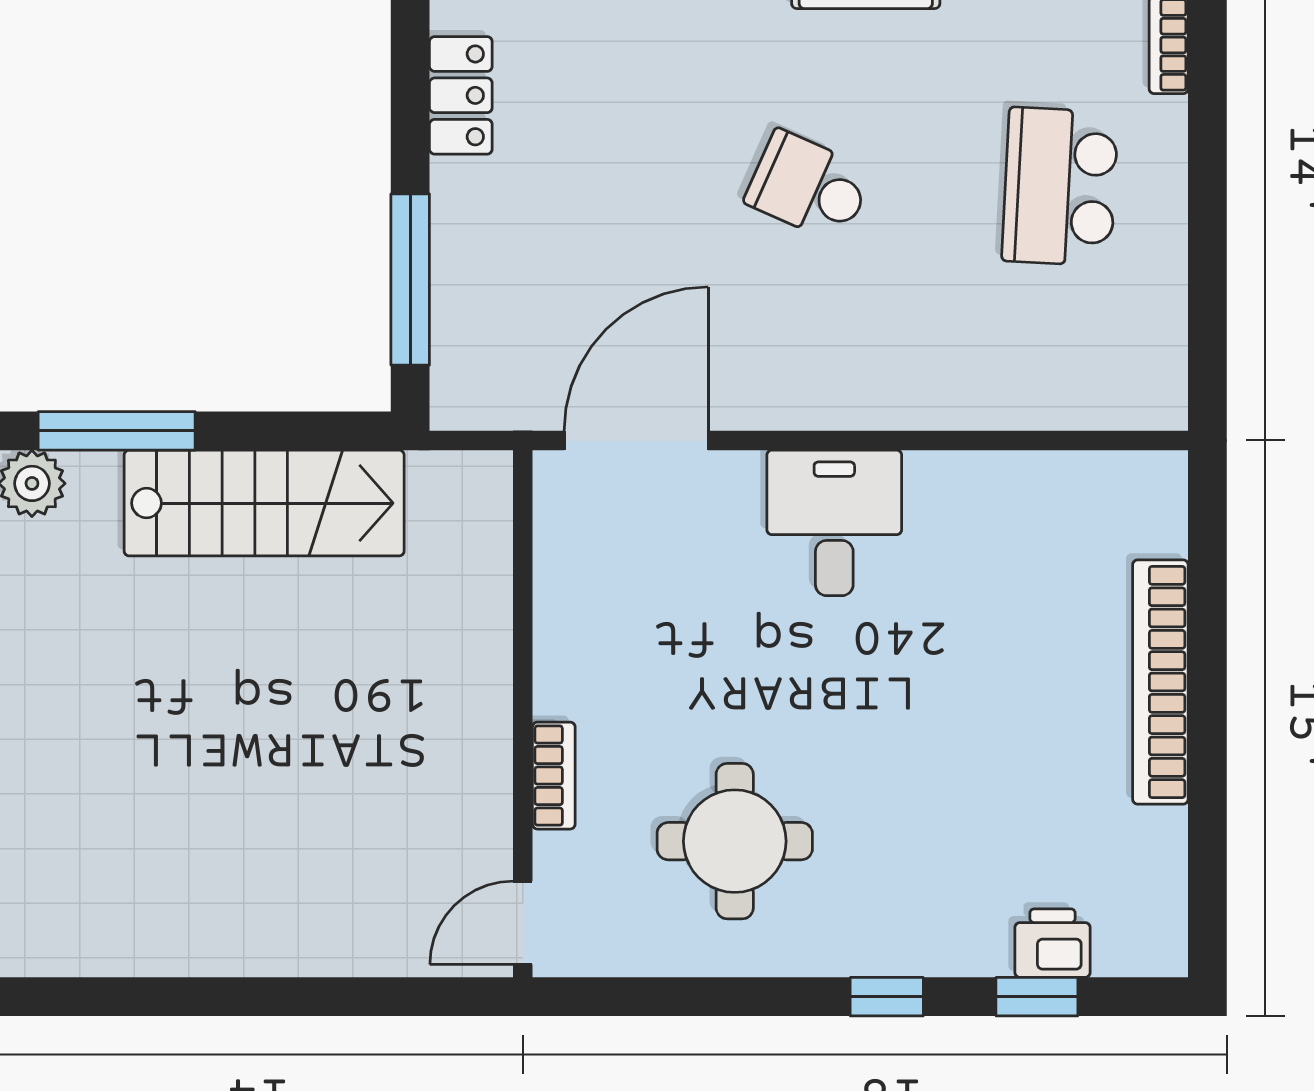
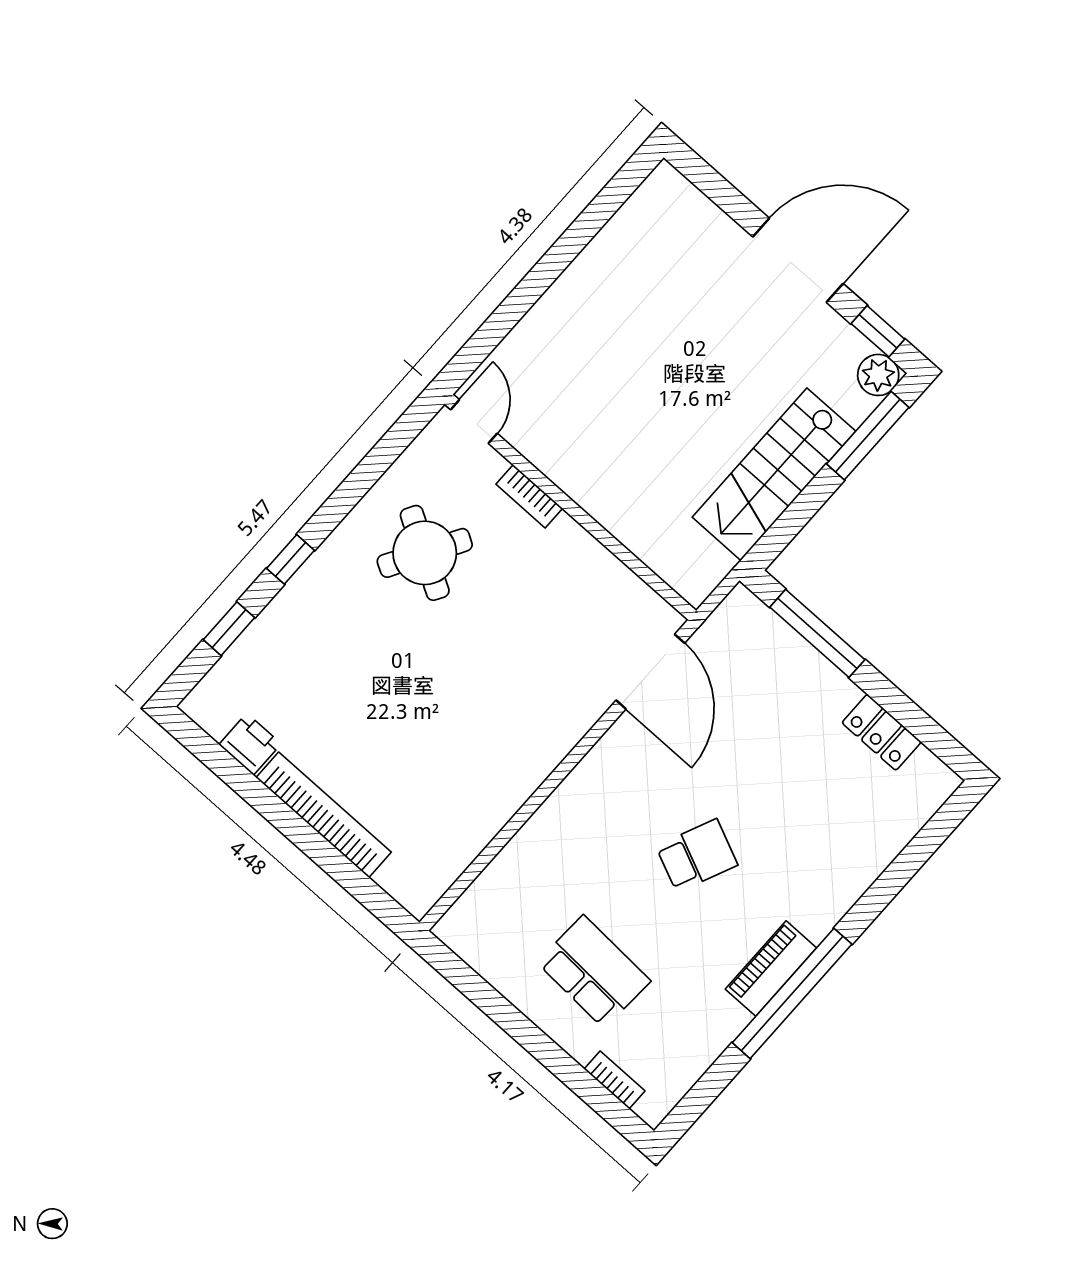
desk: (834, 523) -> (531, 729), removed
round table: (735, 841) -> (425, 553), turned 30
printer: (1053, 943) -> (250, 744), moved, turned -90

